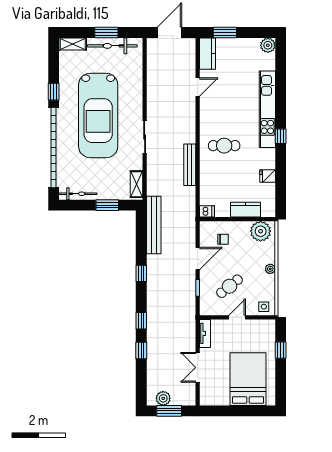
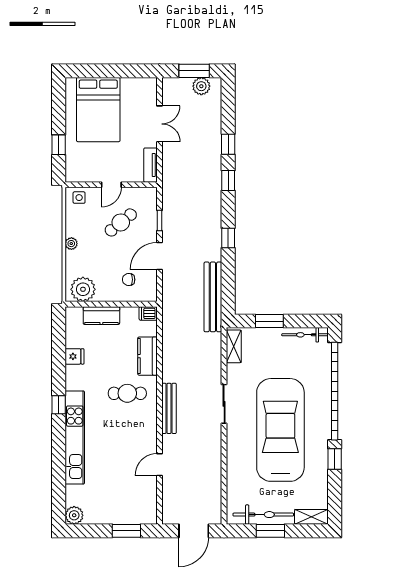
kitchen counter: (208, 54) -> (147, 356), moved
bench: (190, 165) -> (169, 408), moved

